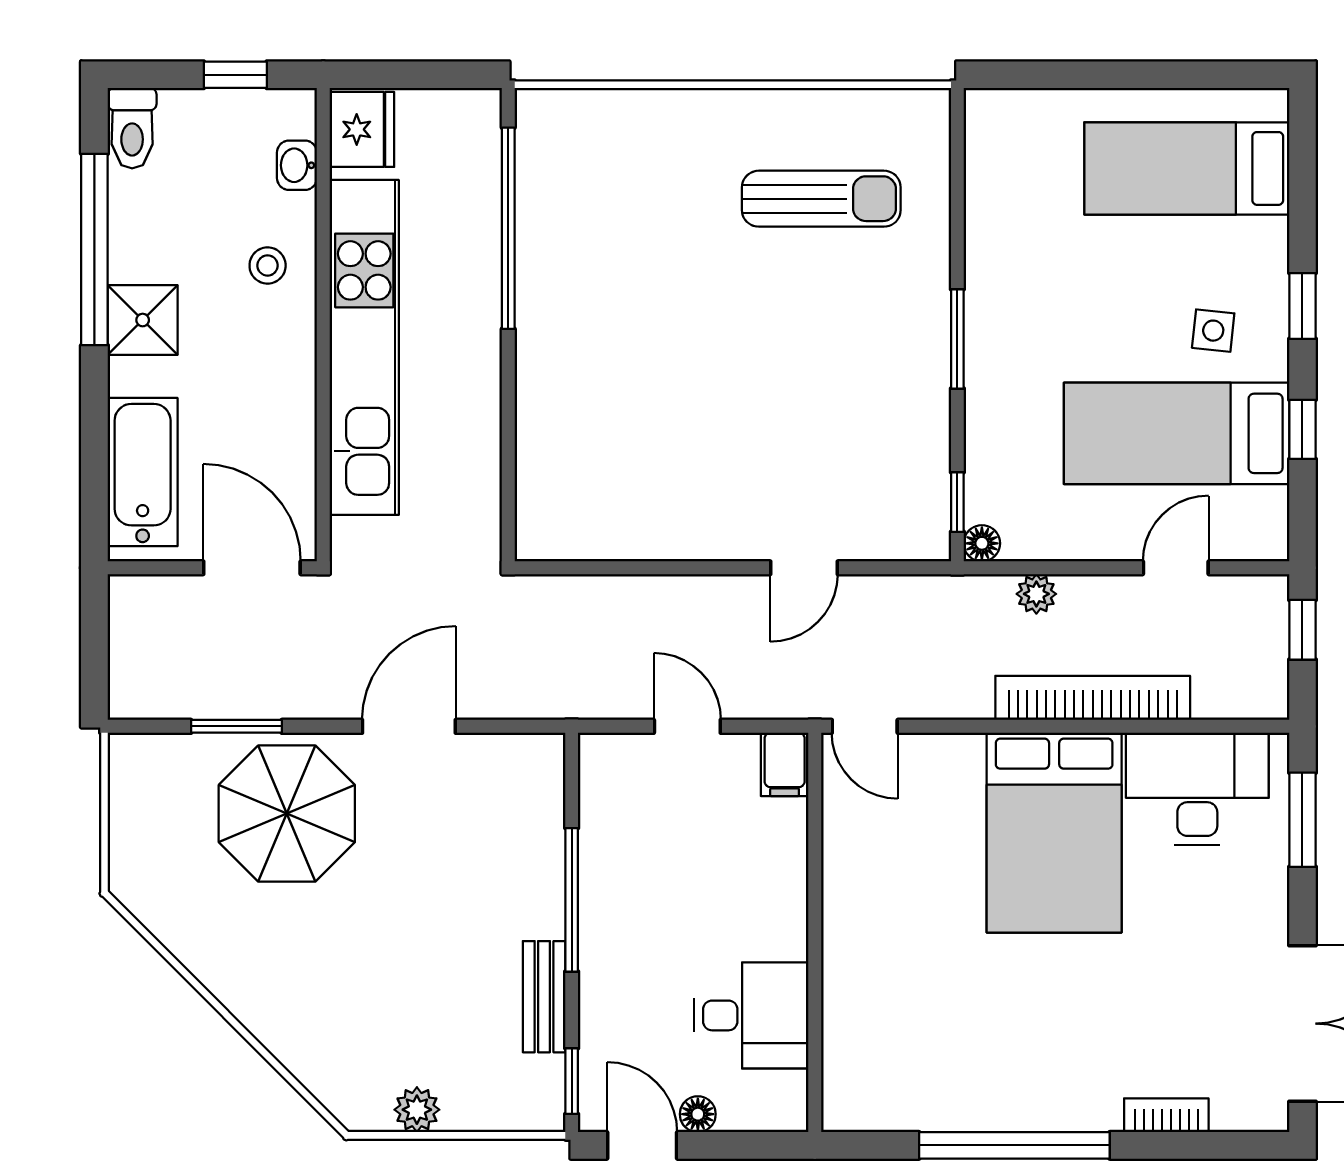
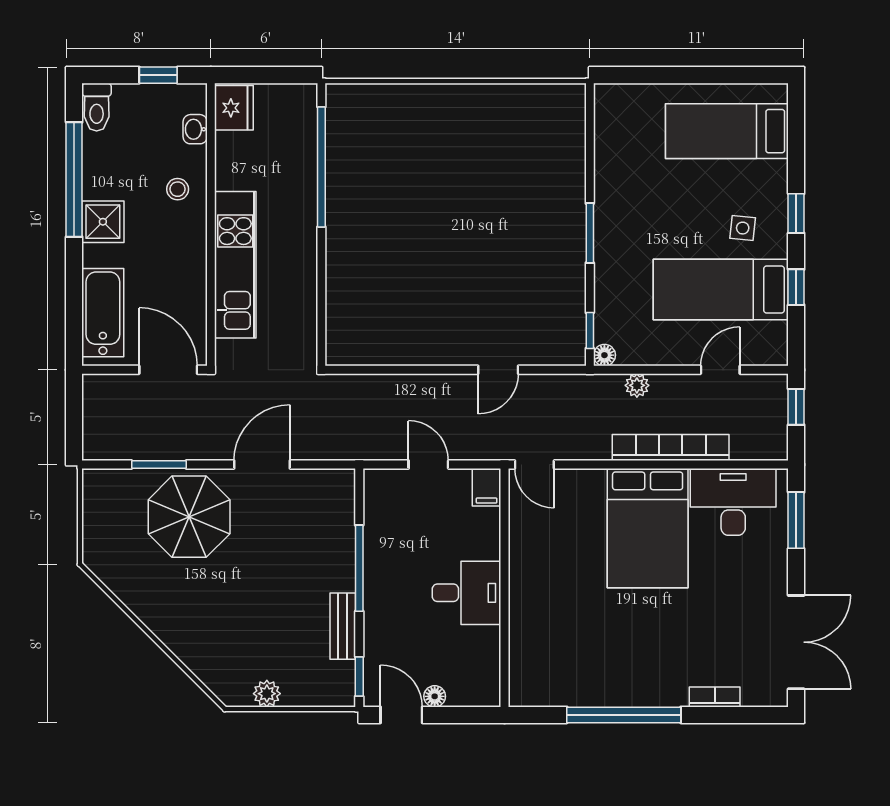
sun lounger: (821, 199) -> (508, 149), removed
kitchen unit: (364, 347) -> (235, 265), width x0.73
desk: (751, 1015) -> (467, 593), moved

